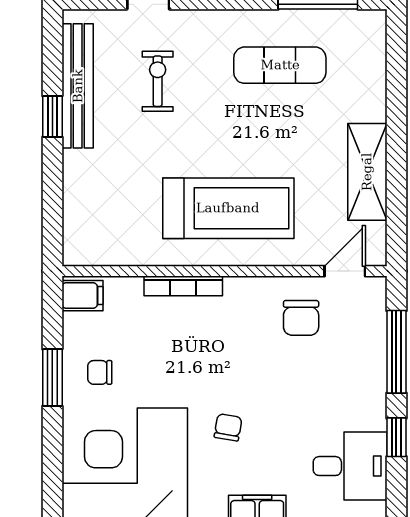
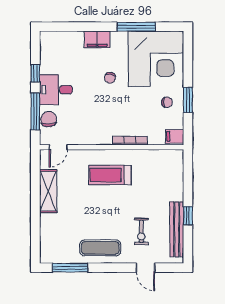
exercise mat: (280, 65) -> (100, 248), moved
treadmill: (228, 208) -> (110, 175), width x0.73, depth x0.73
chair: (301, 318) -> (49, 119), moved
desk: (350, 466) -> (56, 90), moved

